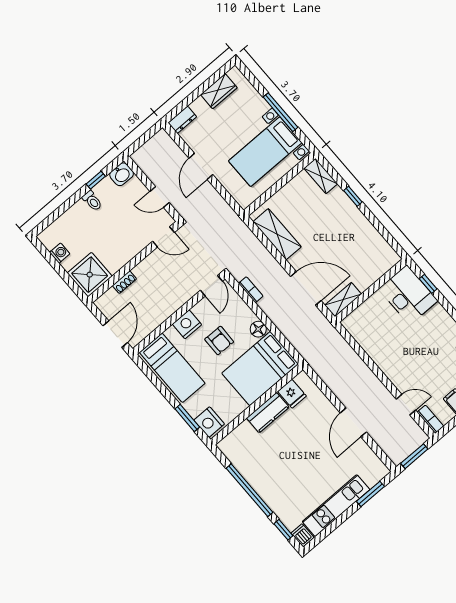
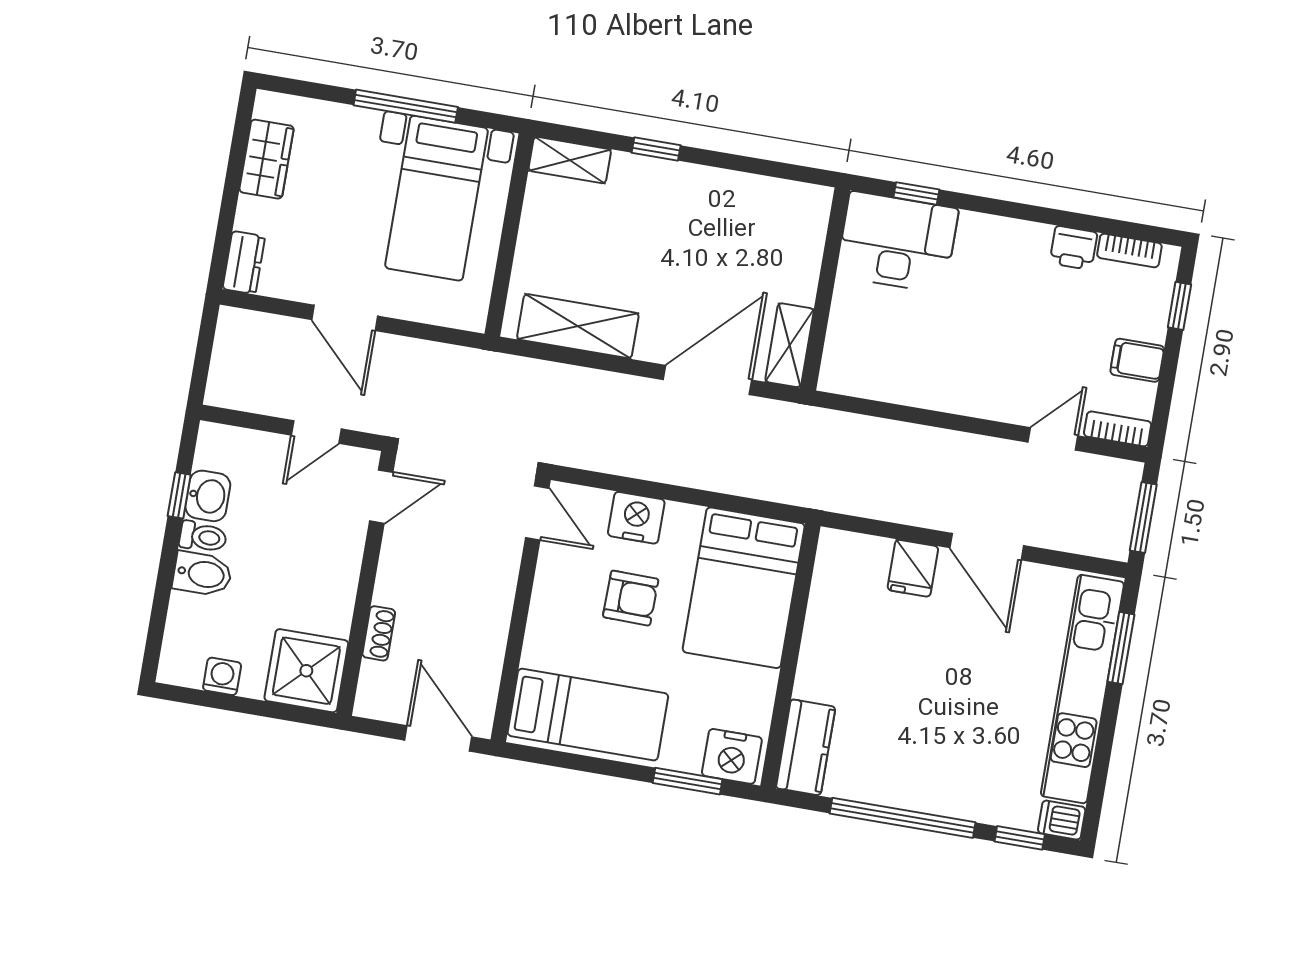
washbasin: (122, 174) -> (208, 496), moved
bidet: (82, 213) -> (202, 574), added
bookcase: (251, 290) -> (612, 463), removed
nightstand: (187, 324) -> (636, 518), moved, turned 90
floor lamp: (258, 329) -> (683, 521), removed
fridge: (292, 394) -> (913, 568), moved, turned 90
kitchen counter: (268, 413) -> (806, 747), moved
kitchen unit: (336, 506) -> (1082, 689), width x1.36

